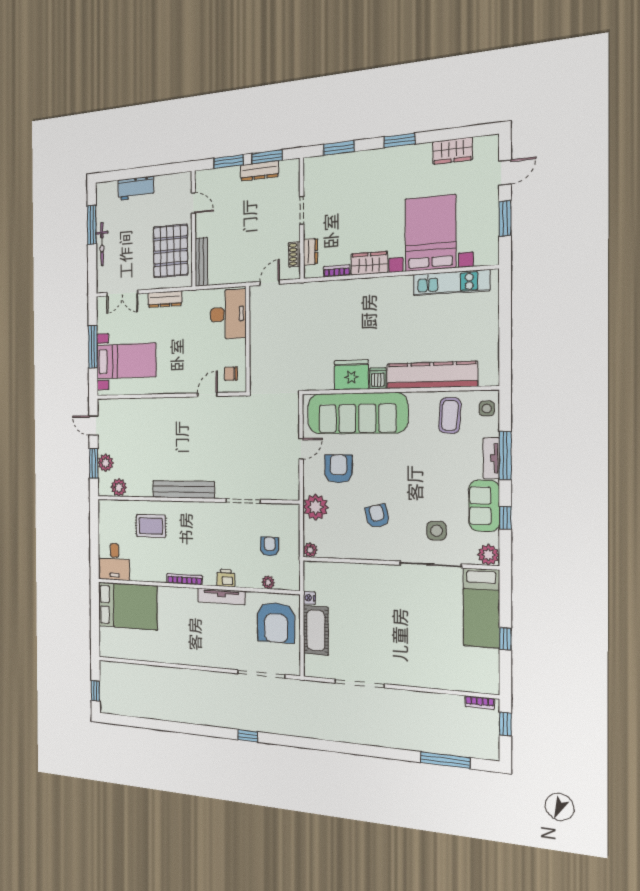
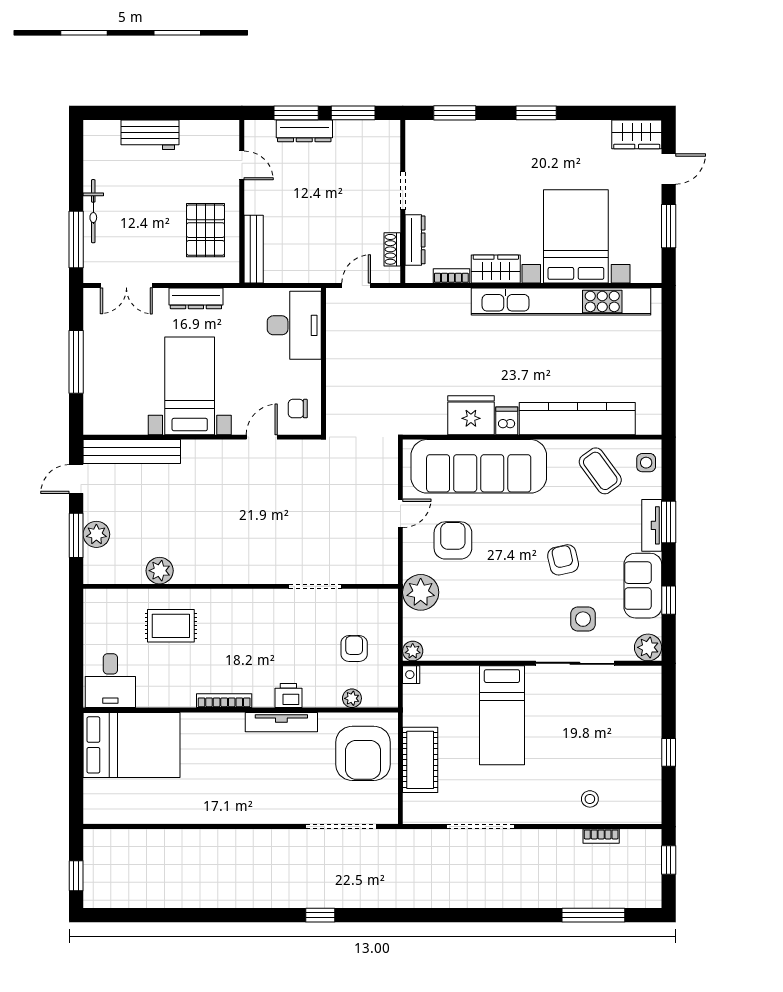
wardrobe: (452, 151) -> (637, 134), moved
dresser: (259, 171) -> (304, 131), moved
window: (92, 225) -> (76, 240), moved
pallet: (171, 251) -> (206, 230), width x0.73, depth x0.71
dresser: (311, 252) -> (415, 240), width x1.44
kitchen unit: (451, 283) -> (561, 301), width x1.86
bed with nightstands: (126, 361) -> (190, 386), moved, turned -90
coffee table: (450, 415) -> (600, 471), turned -40
door: (93, 426) -> (76, 479), hinge flipped
window: (505, 456) -> (669, 522), width x0.69
plant: (119, 487) -> (160, 571), moved
bench: (183, 490) -> (132, 452), moved
armchair: (377, 516) -> (563, 560), moved
nightstand: (309, 598) -> (411, 675), moved
bed: (481, 608) -> (502, 715), moved
stool: (442, 670) -> (590, 799), added
bookcase: (480, 703) -> (601, 836), moved

